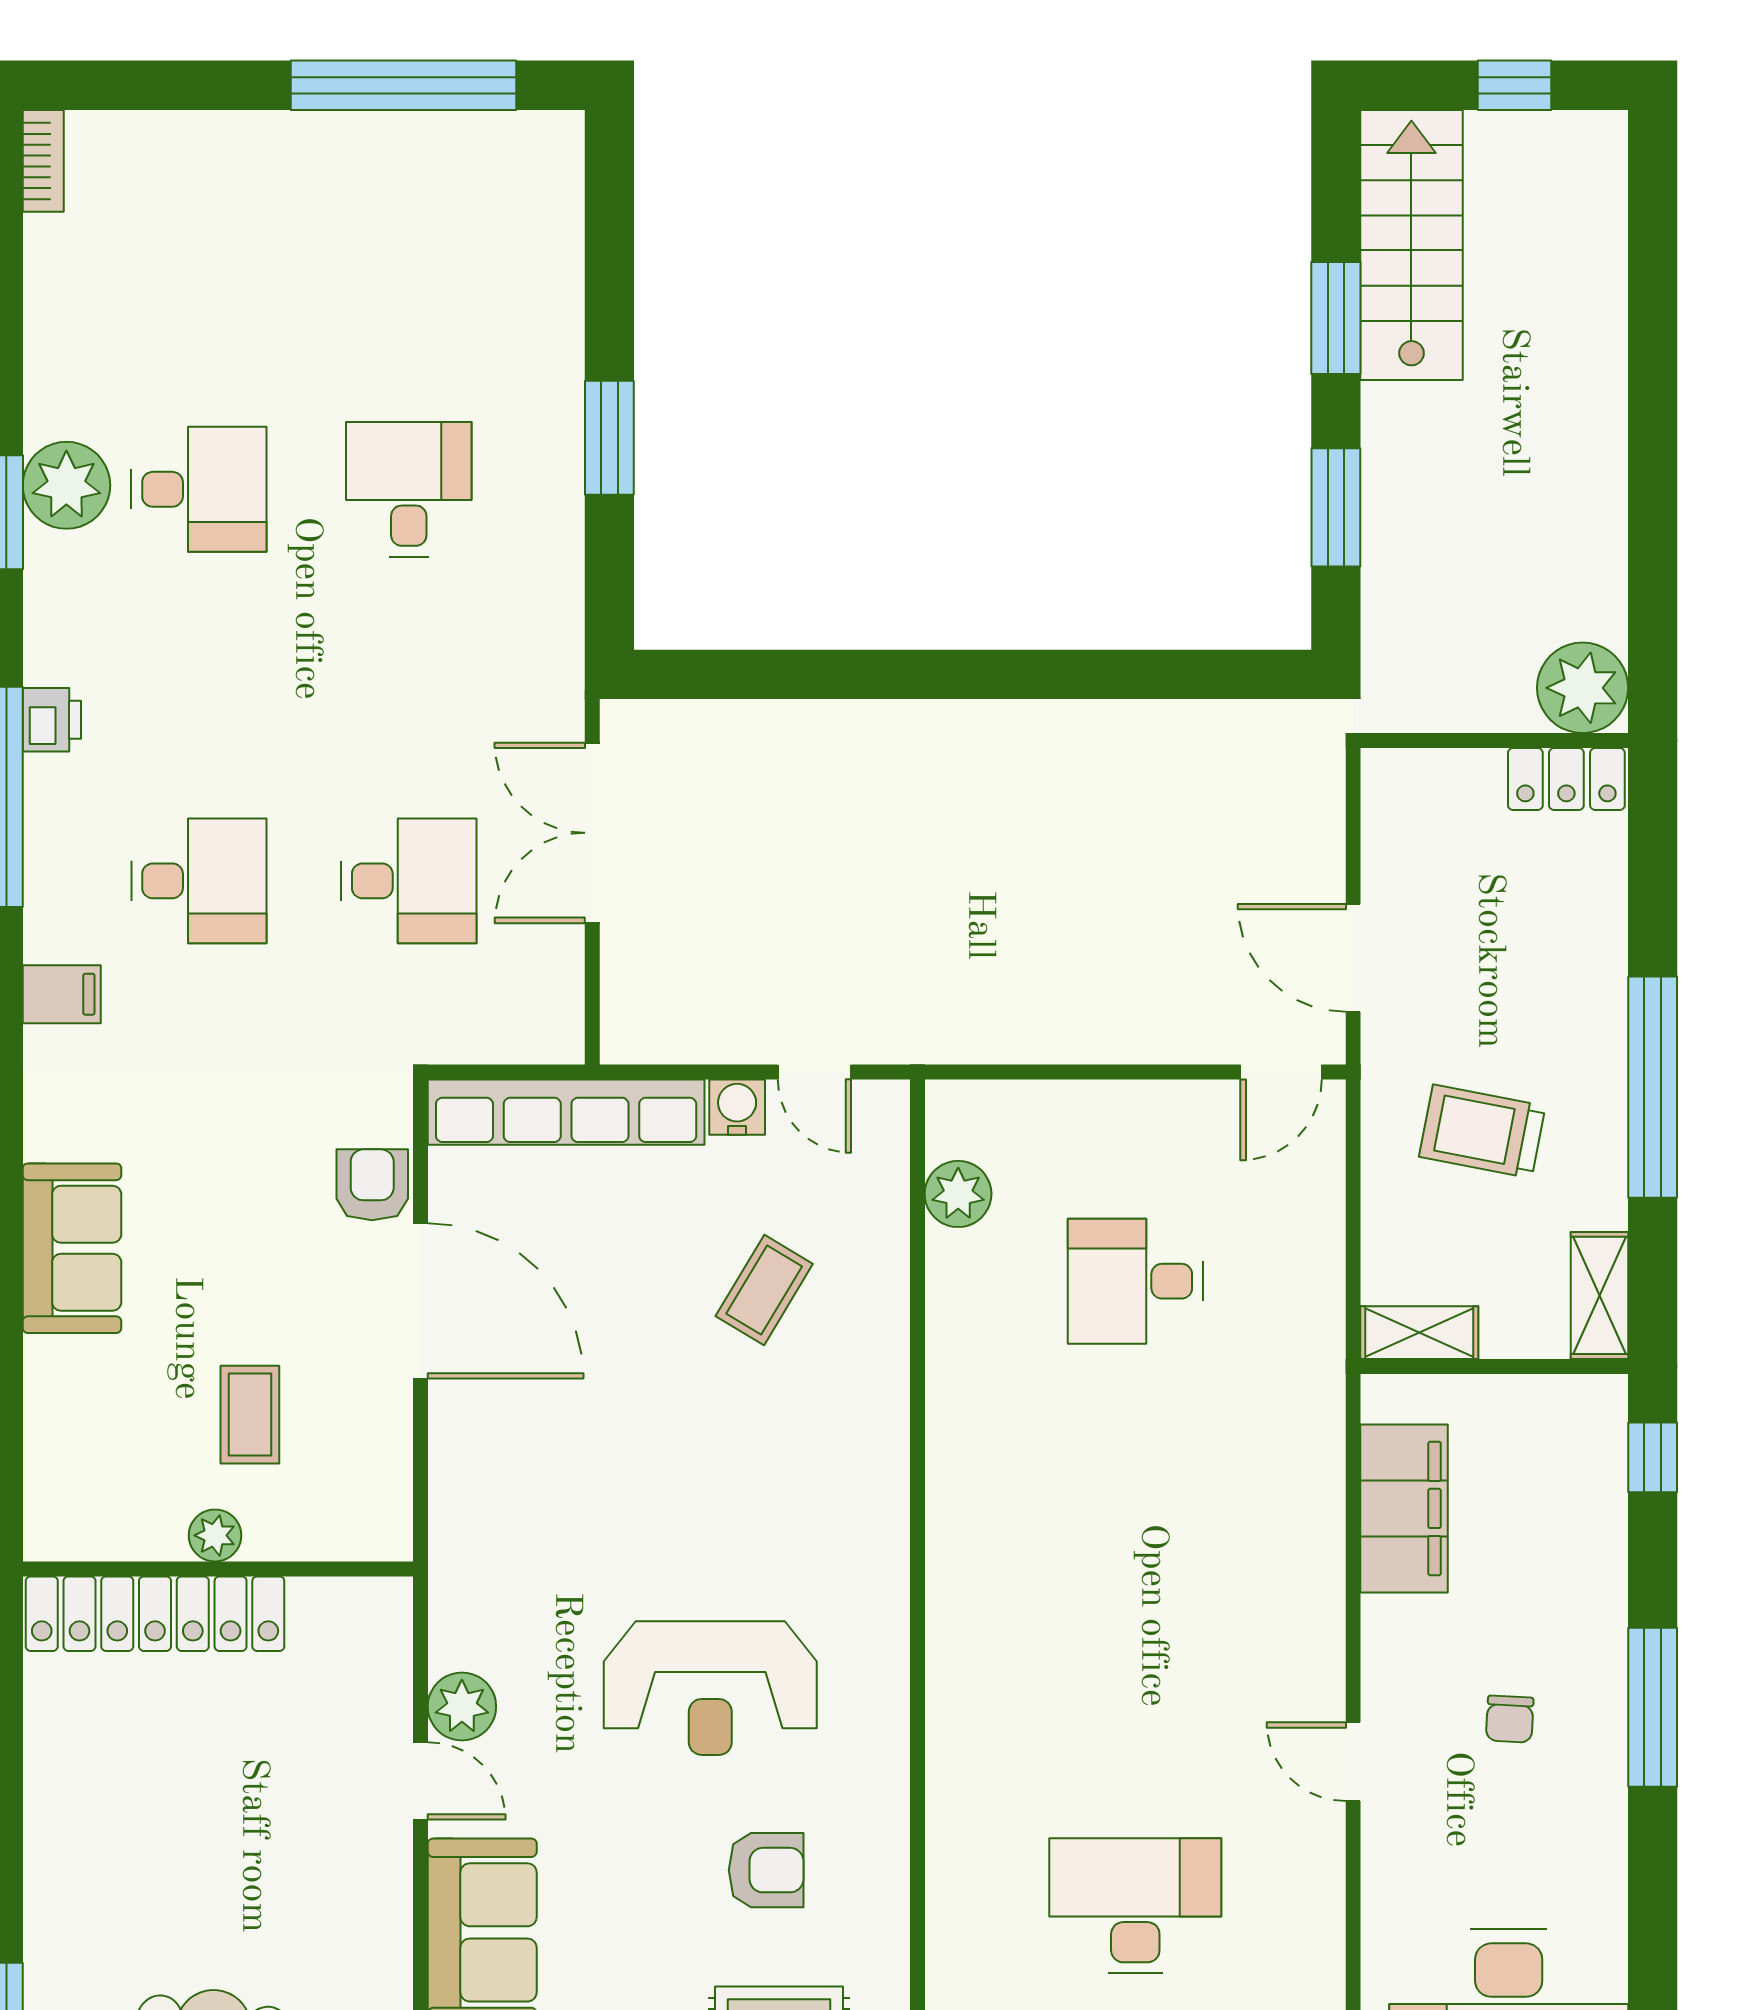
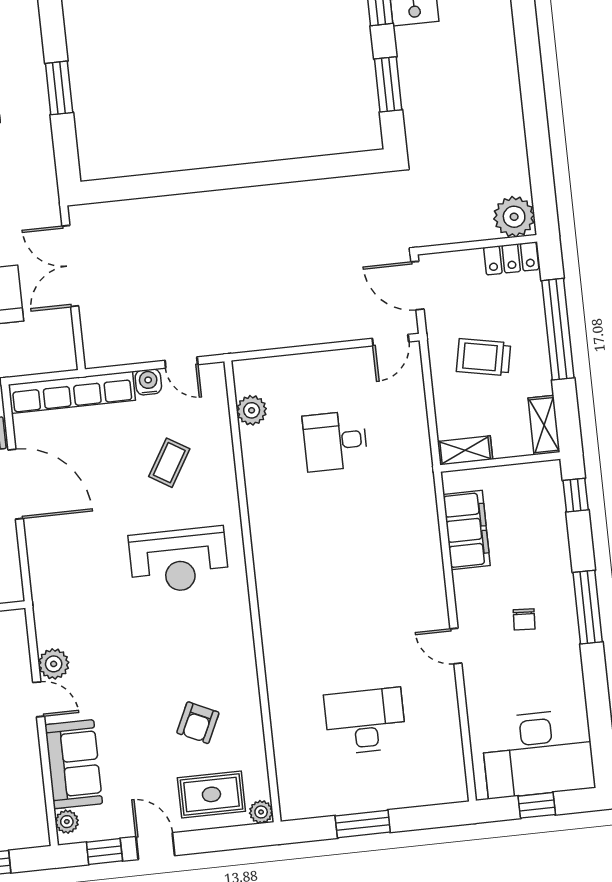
plant: (1583, 688) -> (514, 217), moved
wall: (1494, 741) -> (477, 245), moved
locker: (1566, 779) -> (511, 258), moved
reception desk: (710, 1688) -> (179, 560), moved
armchair: (766, 1870) -> (198, 723), turned 115

